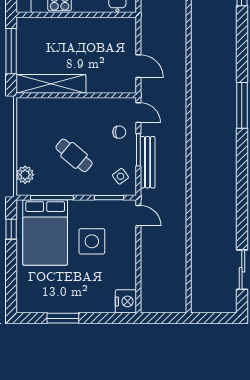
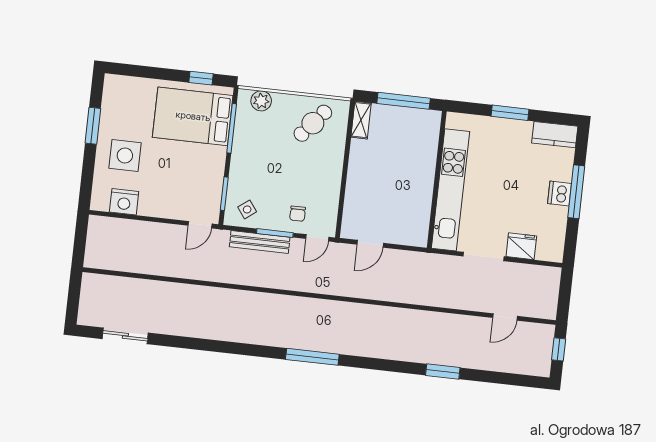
shelving: (51, 84) -> (361, 120), width x0.45, depth x0.75
cafe table: (74, 155) -> (313, 123), moved
side table: (92, 241) -> (125, 156), moved
nightstand: (126, 301) -> (124, 202), moved

